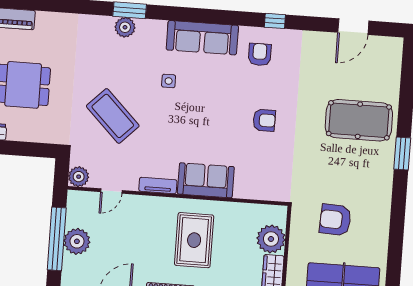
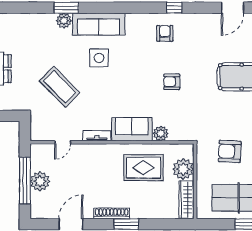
sofa: (202, 38) -> (99, 24), moved
side table: (169, 81) -> (99, 58), width x1.87, depth x1.87
armchair: (264, 120) -> (172, 82), turned 180
plant: (79, 177) -> (161, 133), moved
rug: (194, 240) -> (143, 168), moved, turned 90

